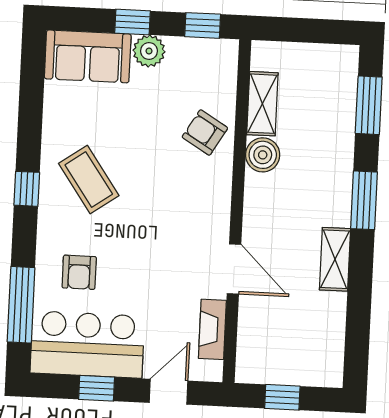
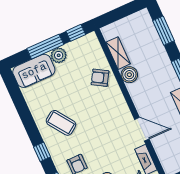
window: (132, 22) -> (45, 47), width x2.17
window: (27, 189) -> (42, 152), moved

